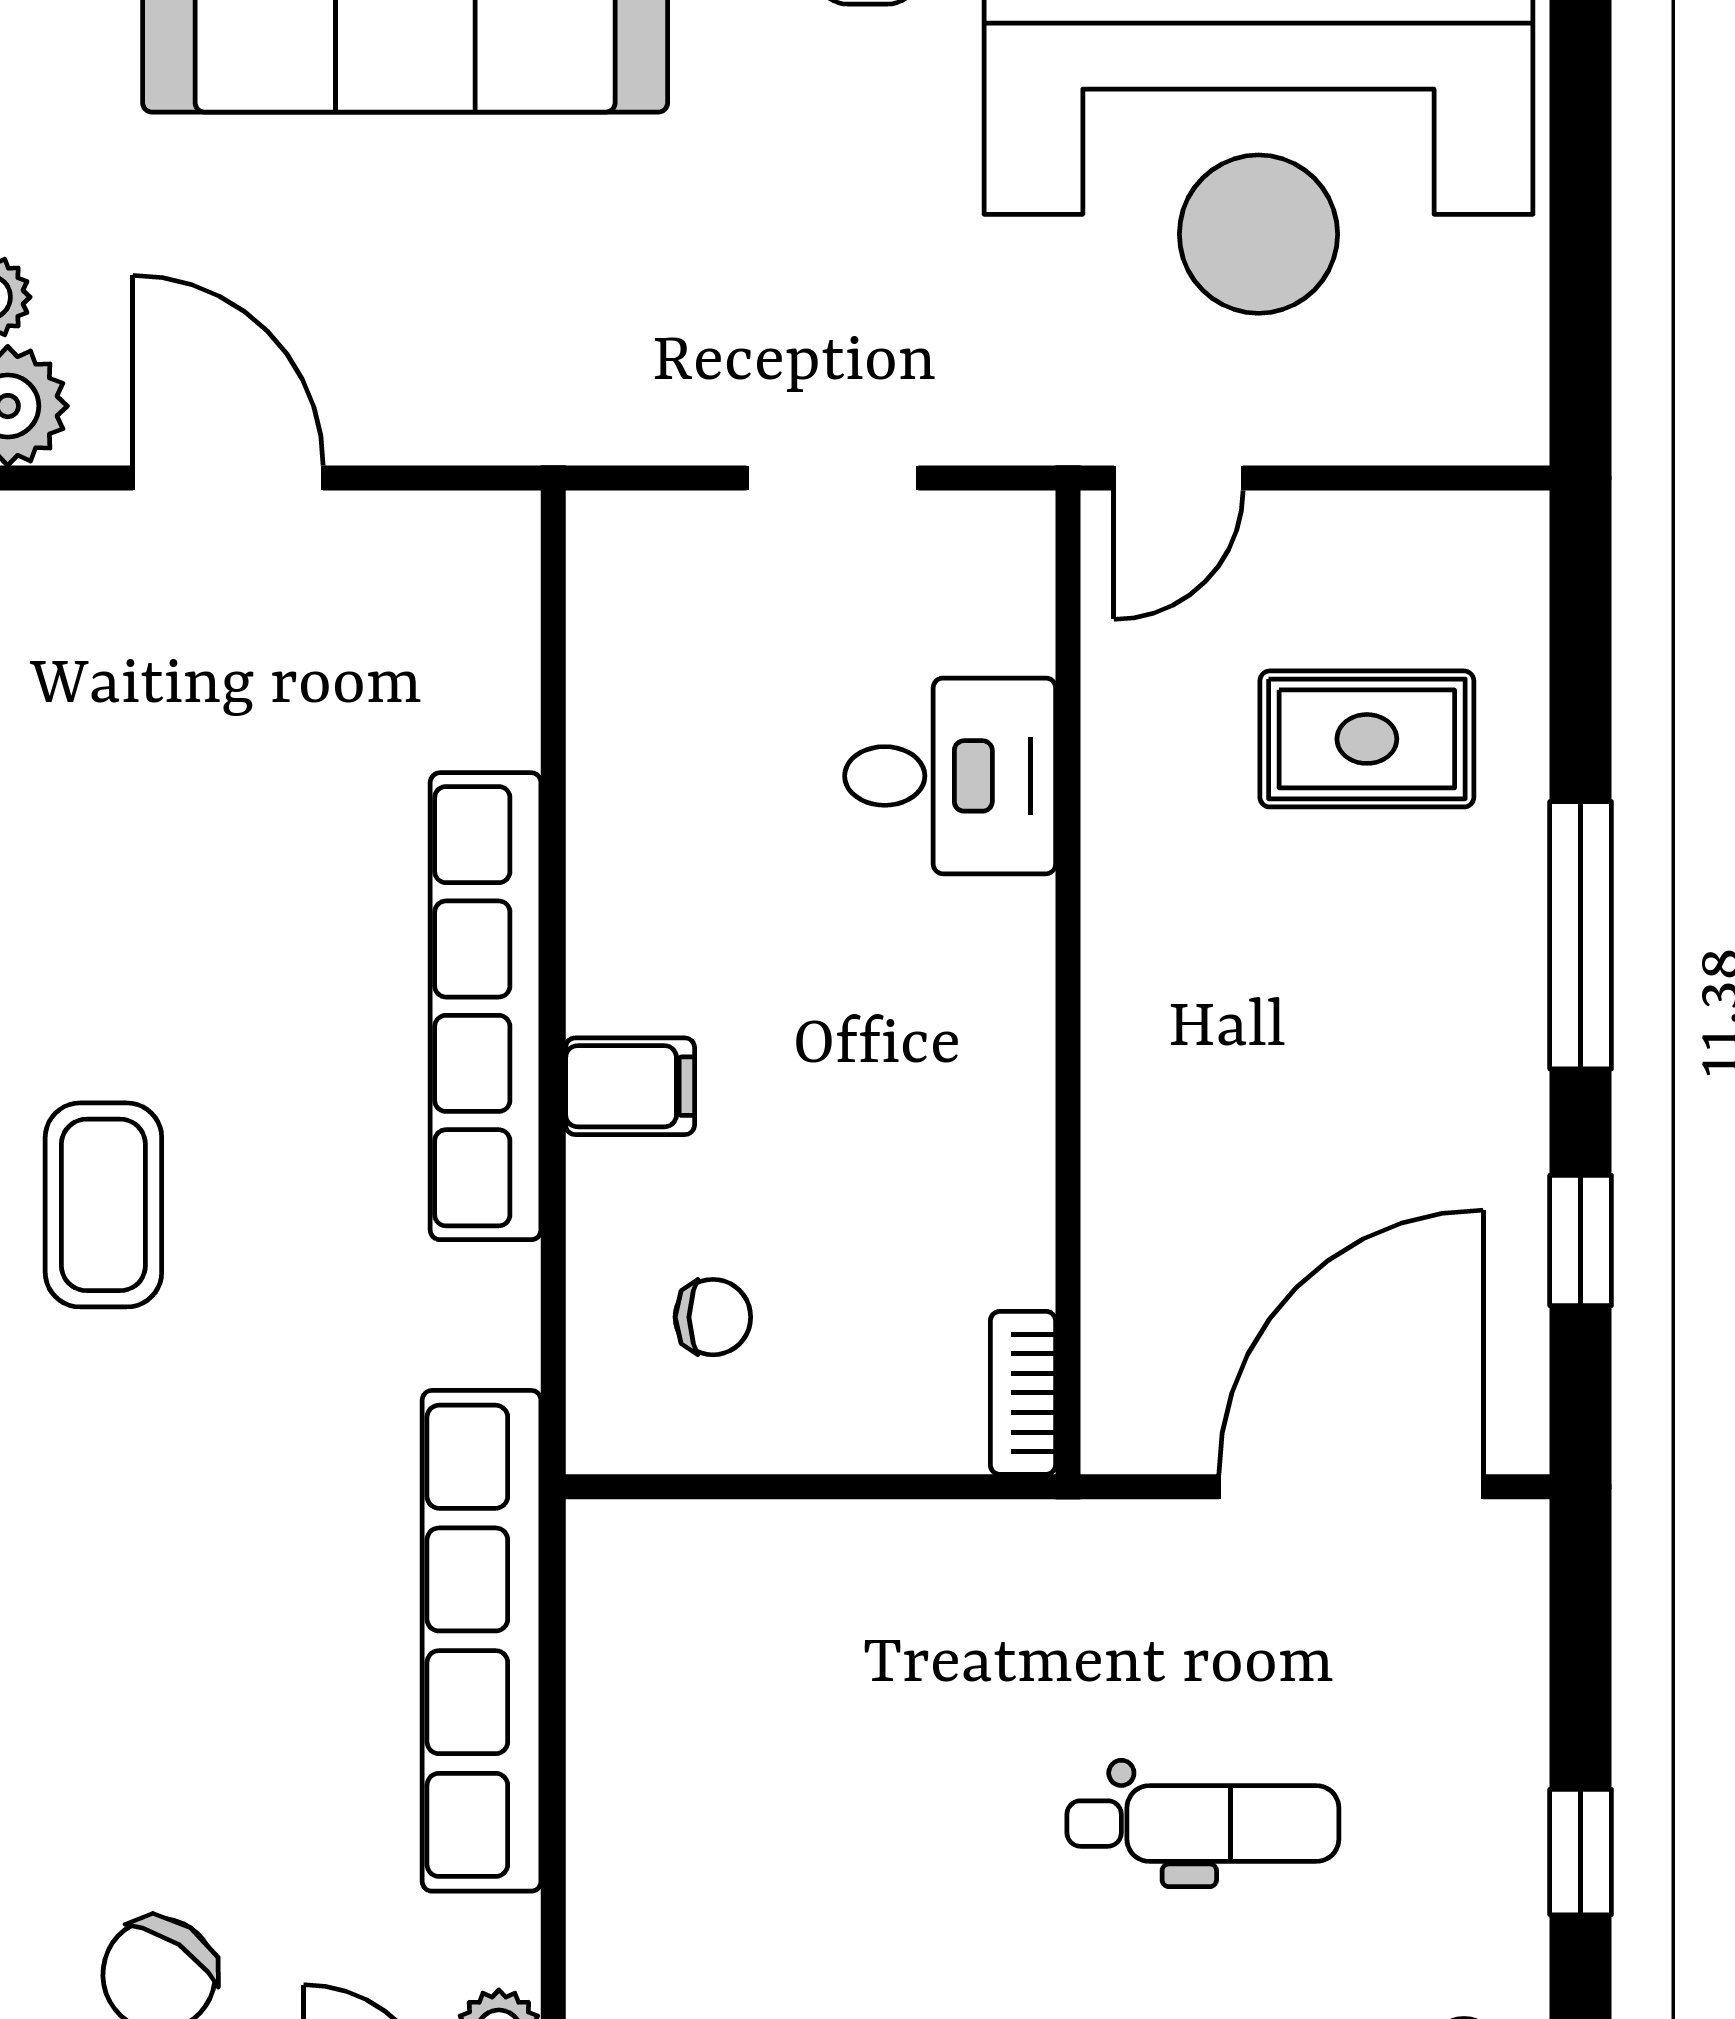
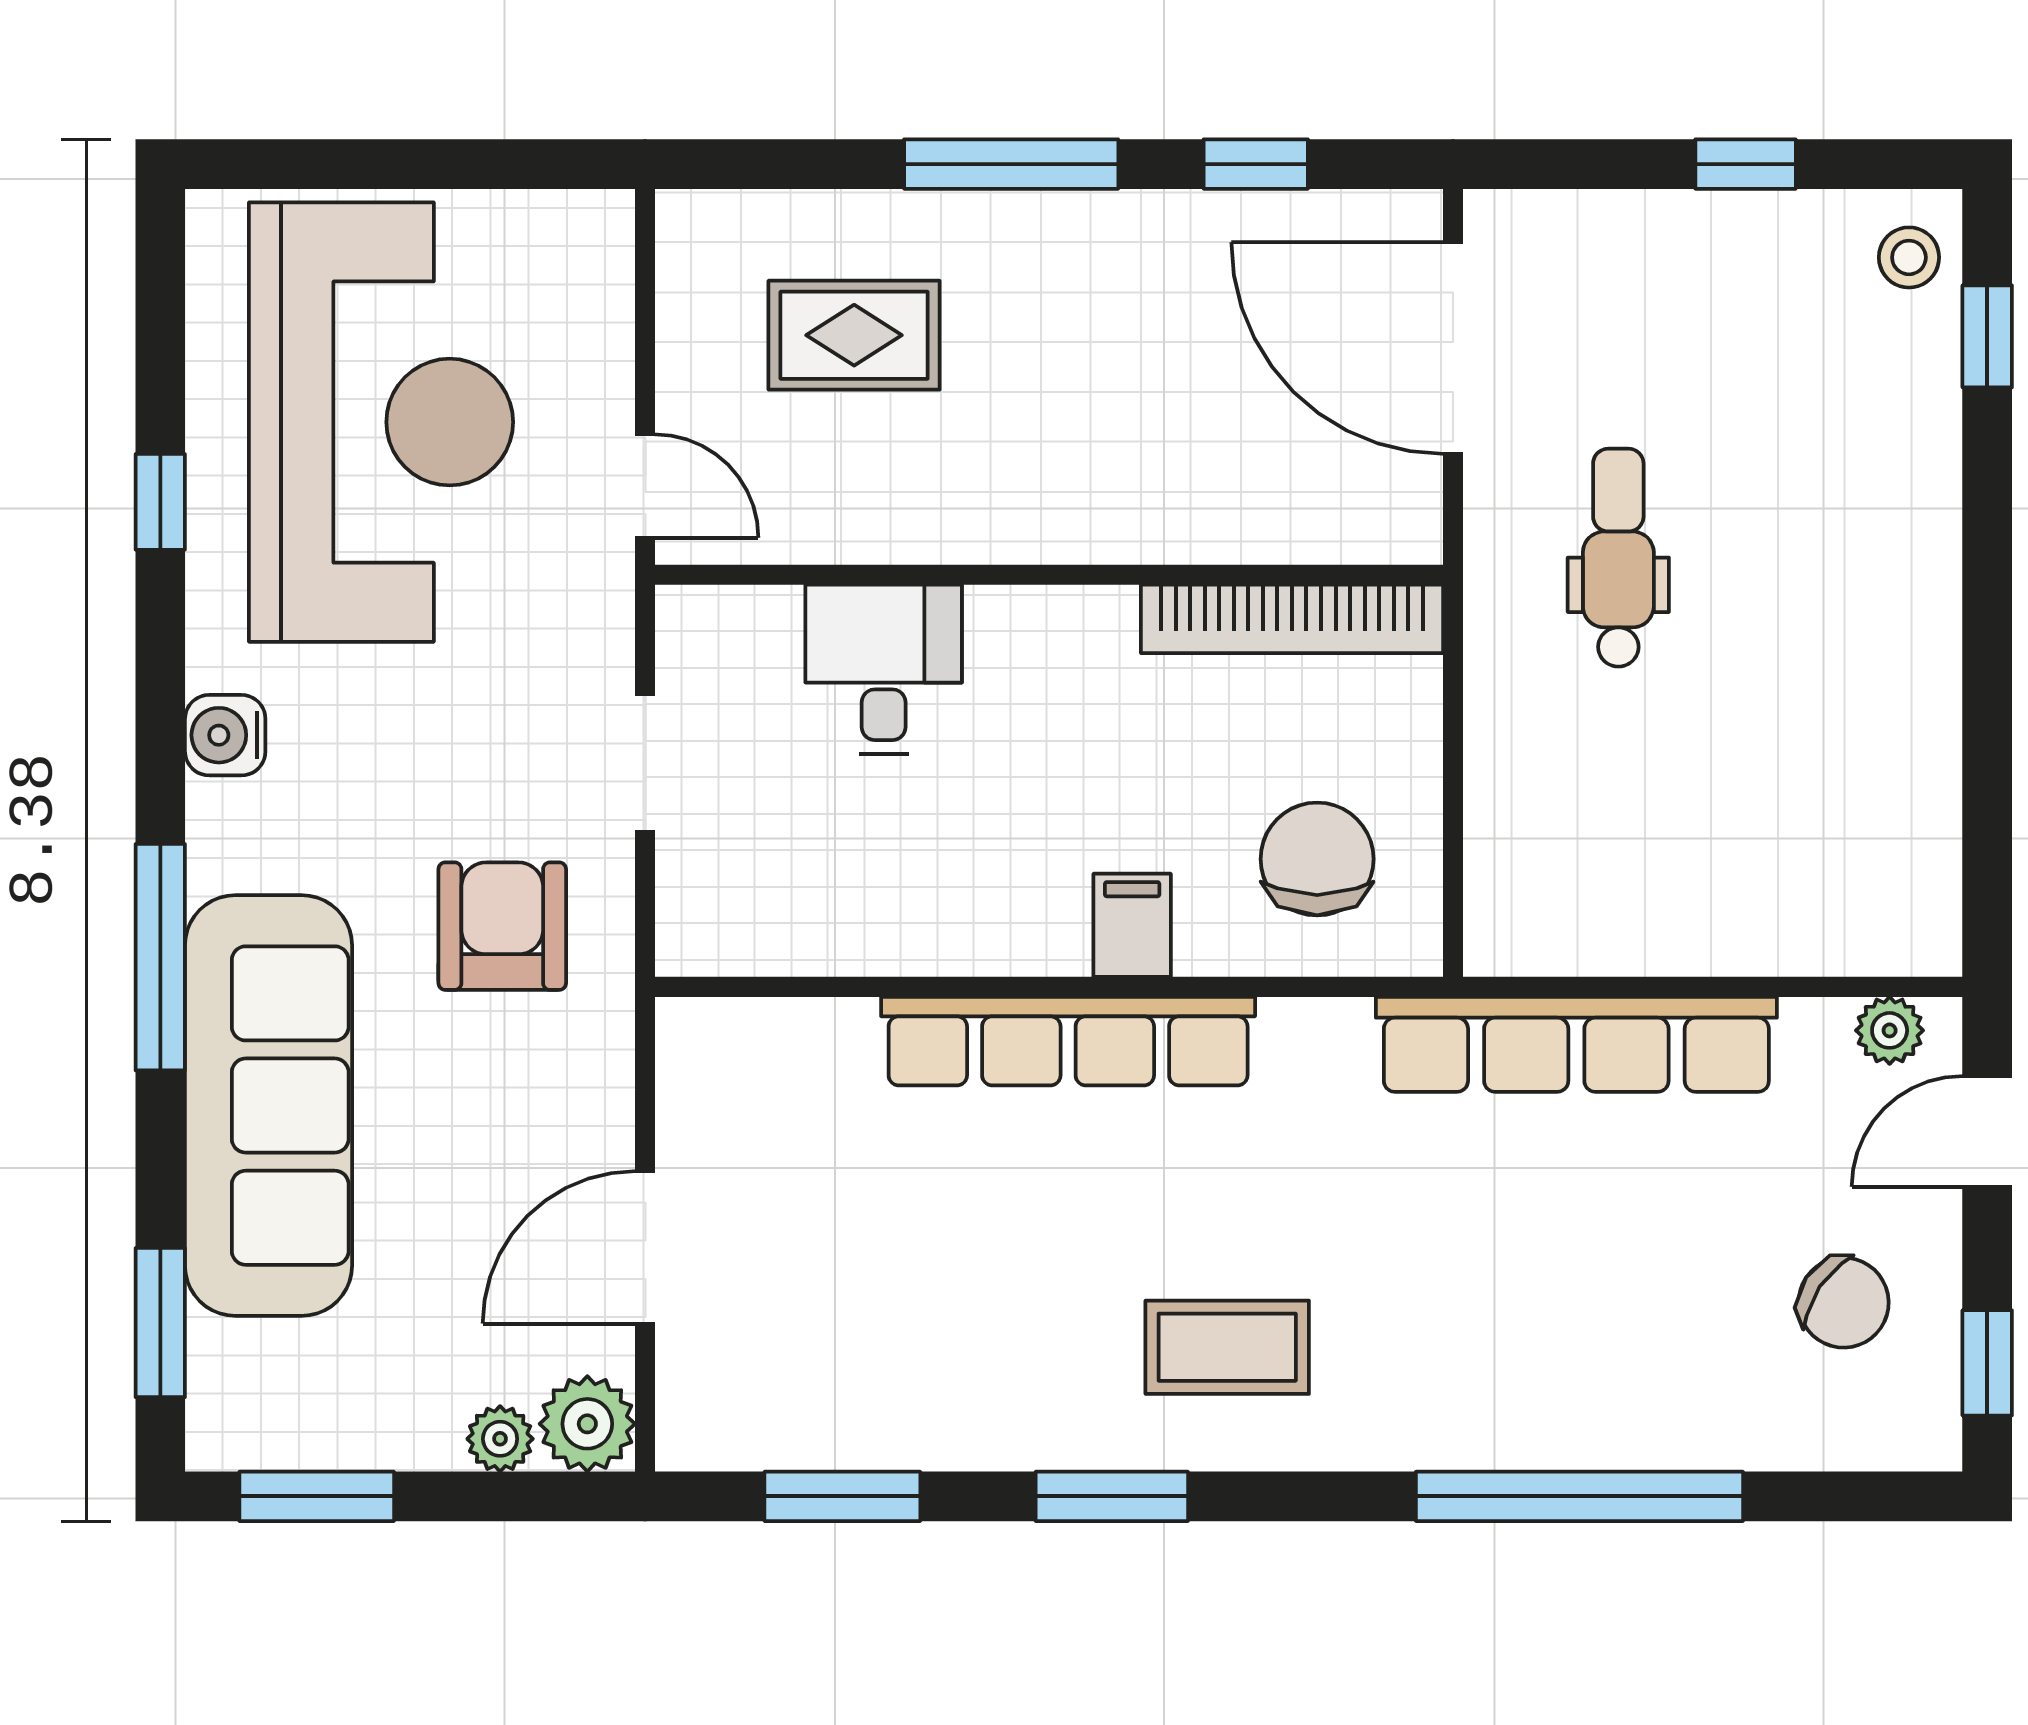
armchair: (629, 300) -> (502, 926), added
rug: (1367, 739) -> (854, 335), turned 90
chair: (713, 1317) -> (1317, 859), width x1.87, depth x1.87
bookcase: (1023, 1393) -> (1292, 619), width x2.31, depth x1.31
dental chair: (1203, 1824) -> (1618, 558), moved

